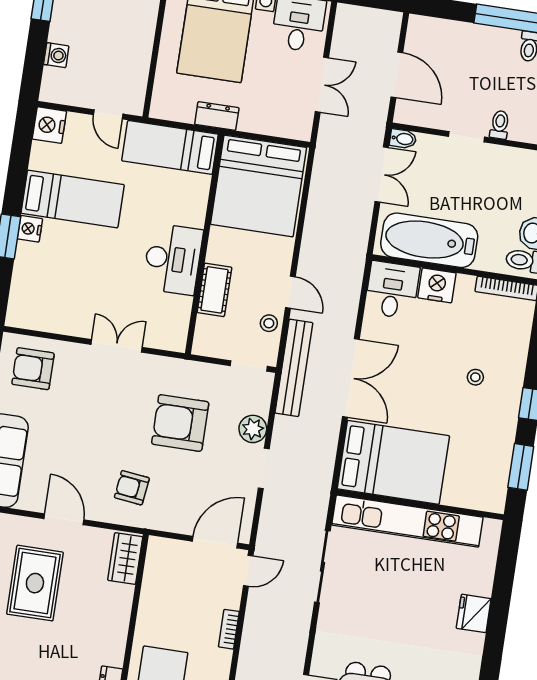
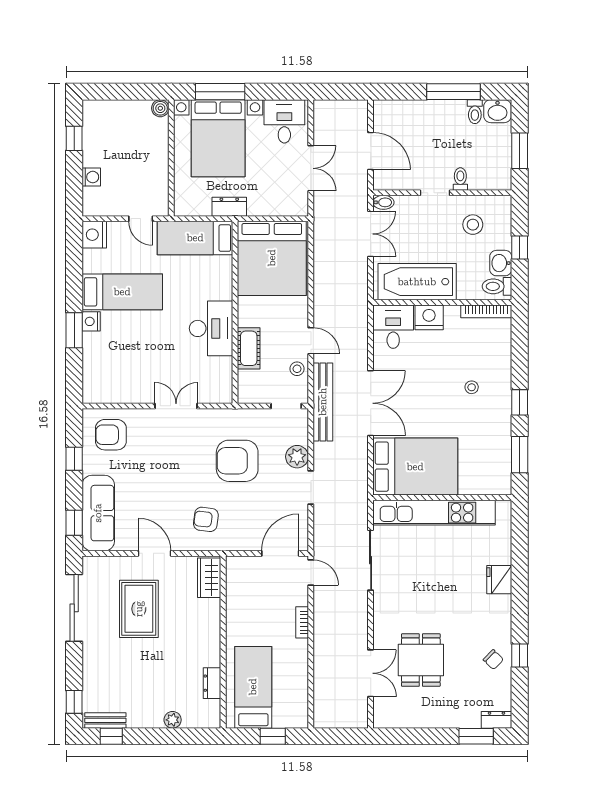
stool: (506, 182) -> (473, 225), added
door: (248, 571) -> (311, 573), hinge flipped

